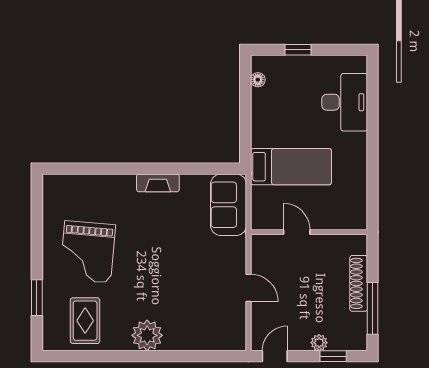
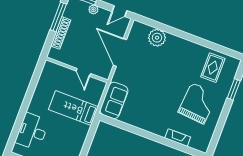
fireplace: (158, 183) -> (178, 138), moved
door: (248, 288) -> (120, 52), width x1.87
plant: (147, 335) -> (157, 38), moved

